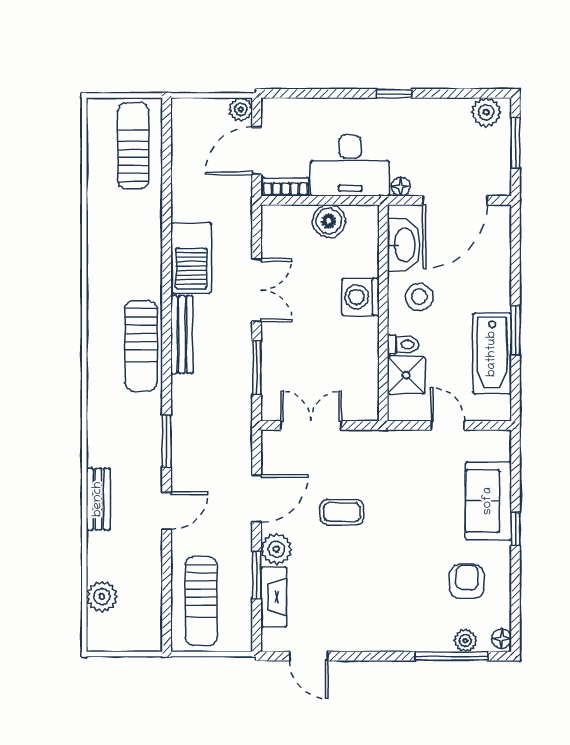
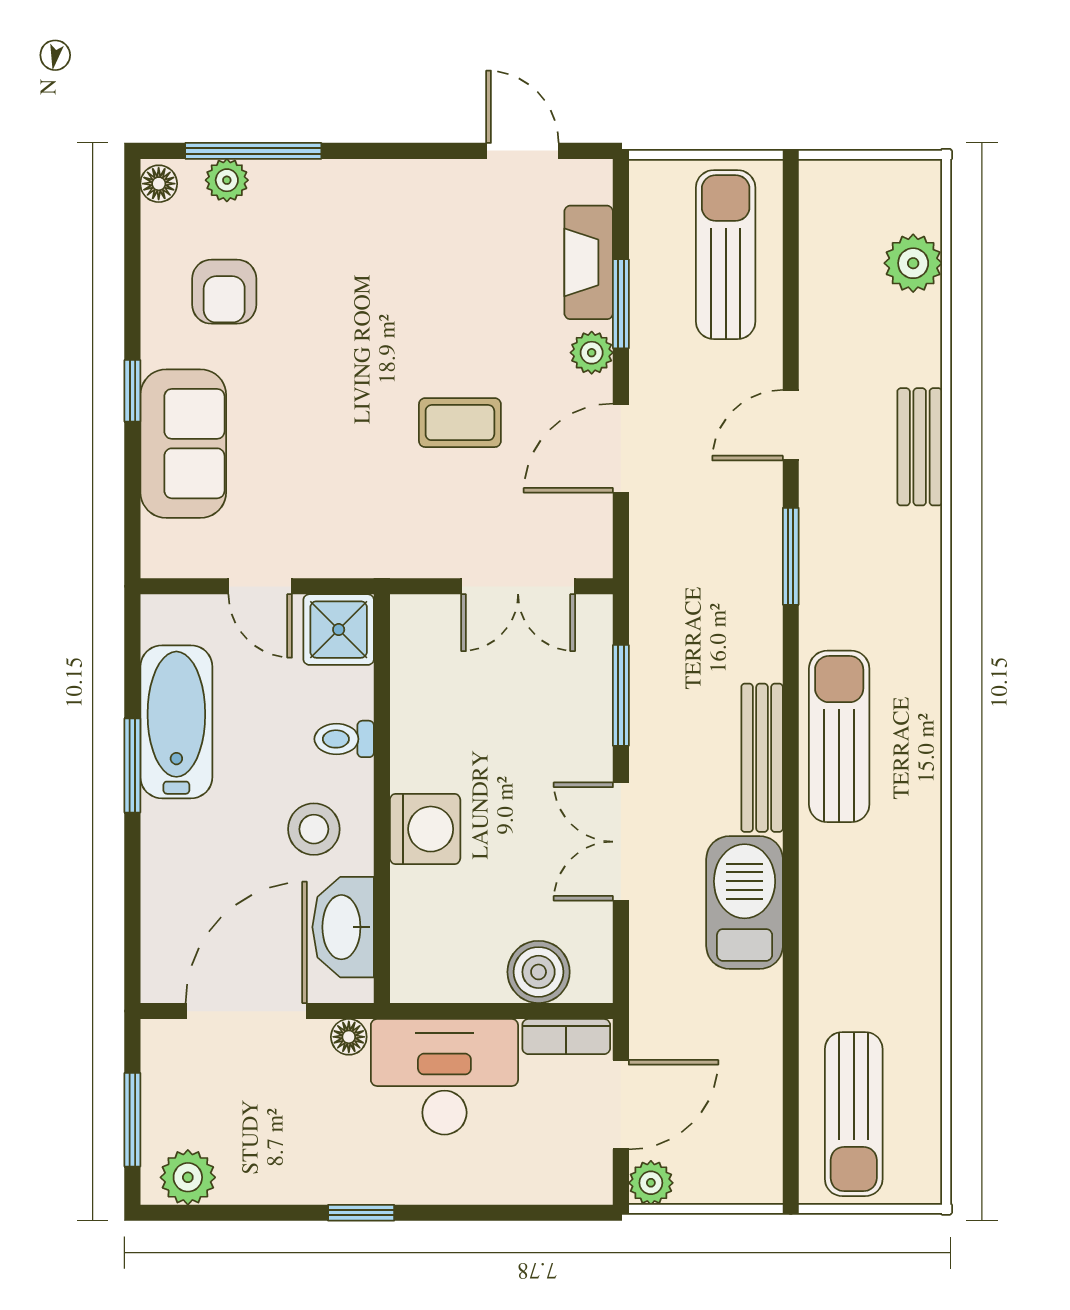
boiler: (329, 221) -> (539, 972), moved
shower: (406, 375) -> (339, 630), moved
plant: (276, 549) -> (592, 353), width x0.73, depth x0.73

